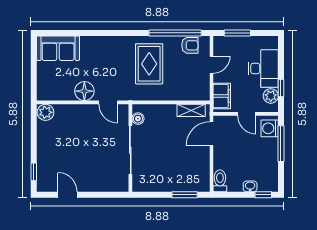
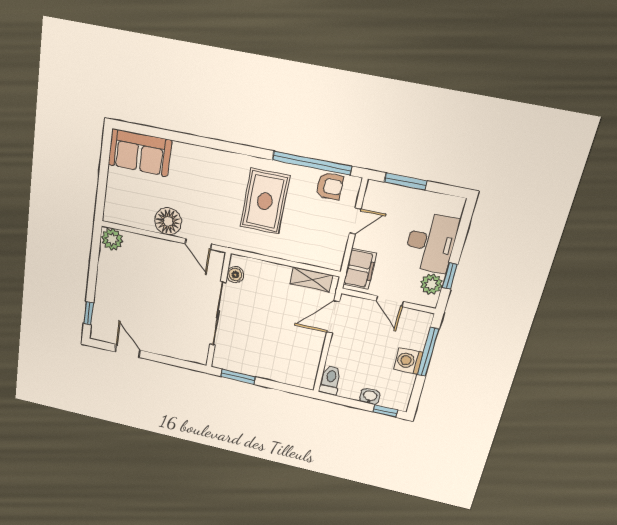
washing machine: (270, 128) -> (408, 361), moved
window: (185, 195) -> (238, 377), moved

